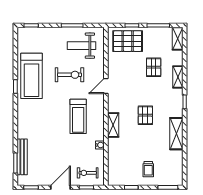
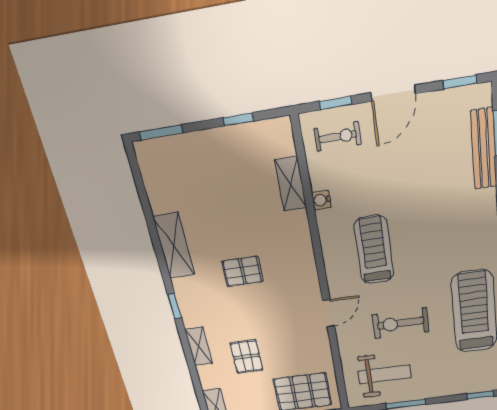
pallet: (145, 115) -> (242, 271), turned 90
shelving: (113, 125) -> (291, 184), moved
trolley: (148, 169) -> (212, 165), removed

